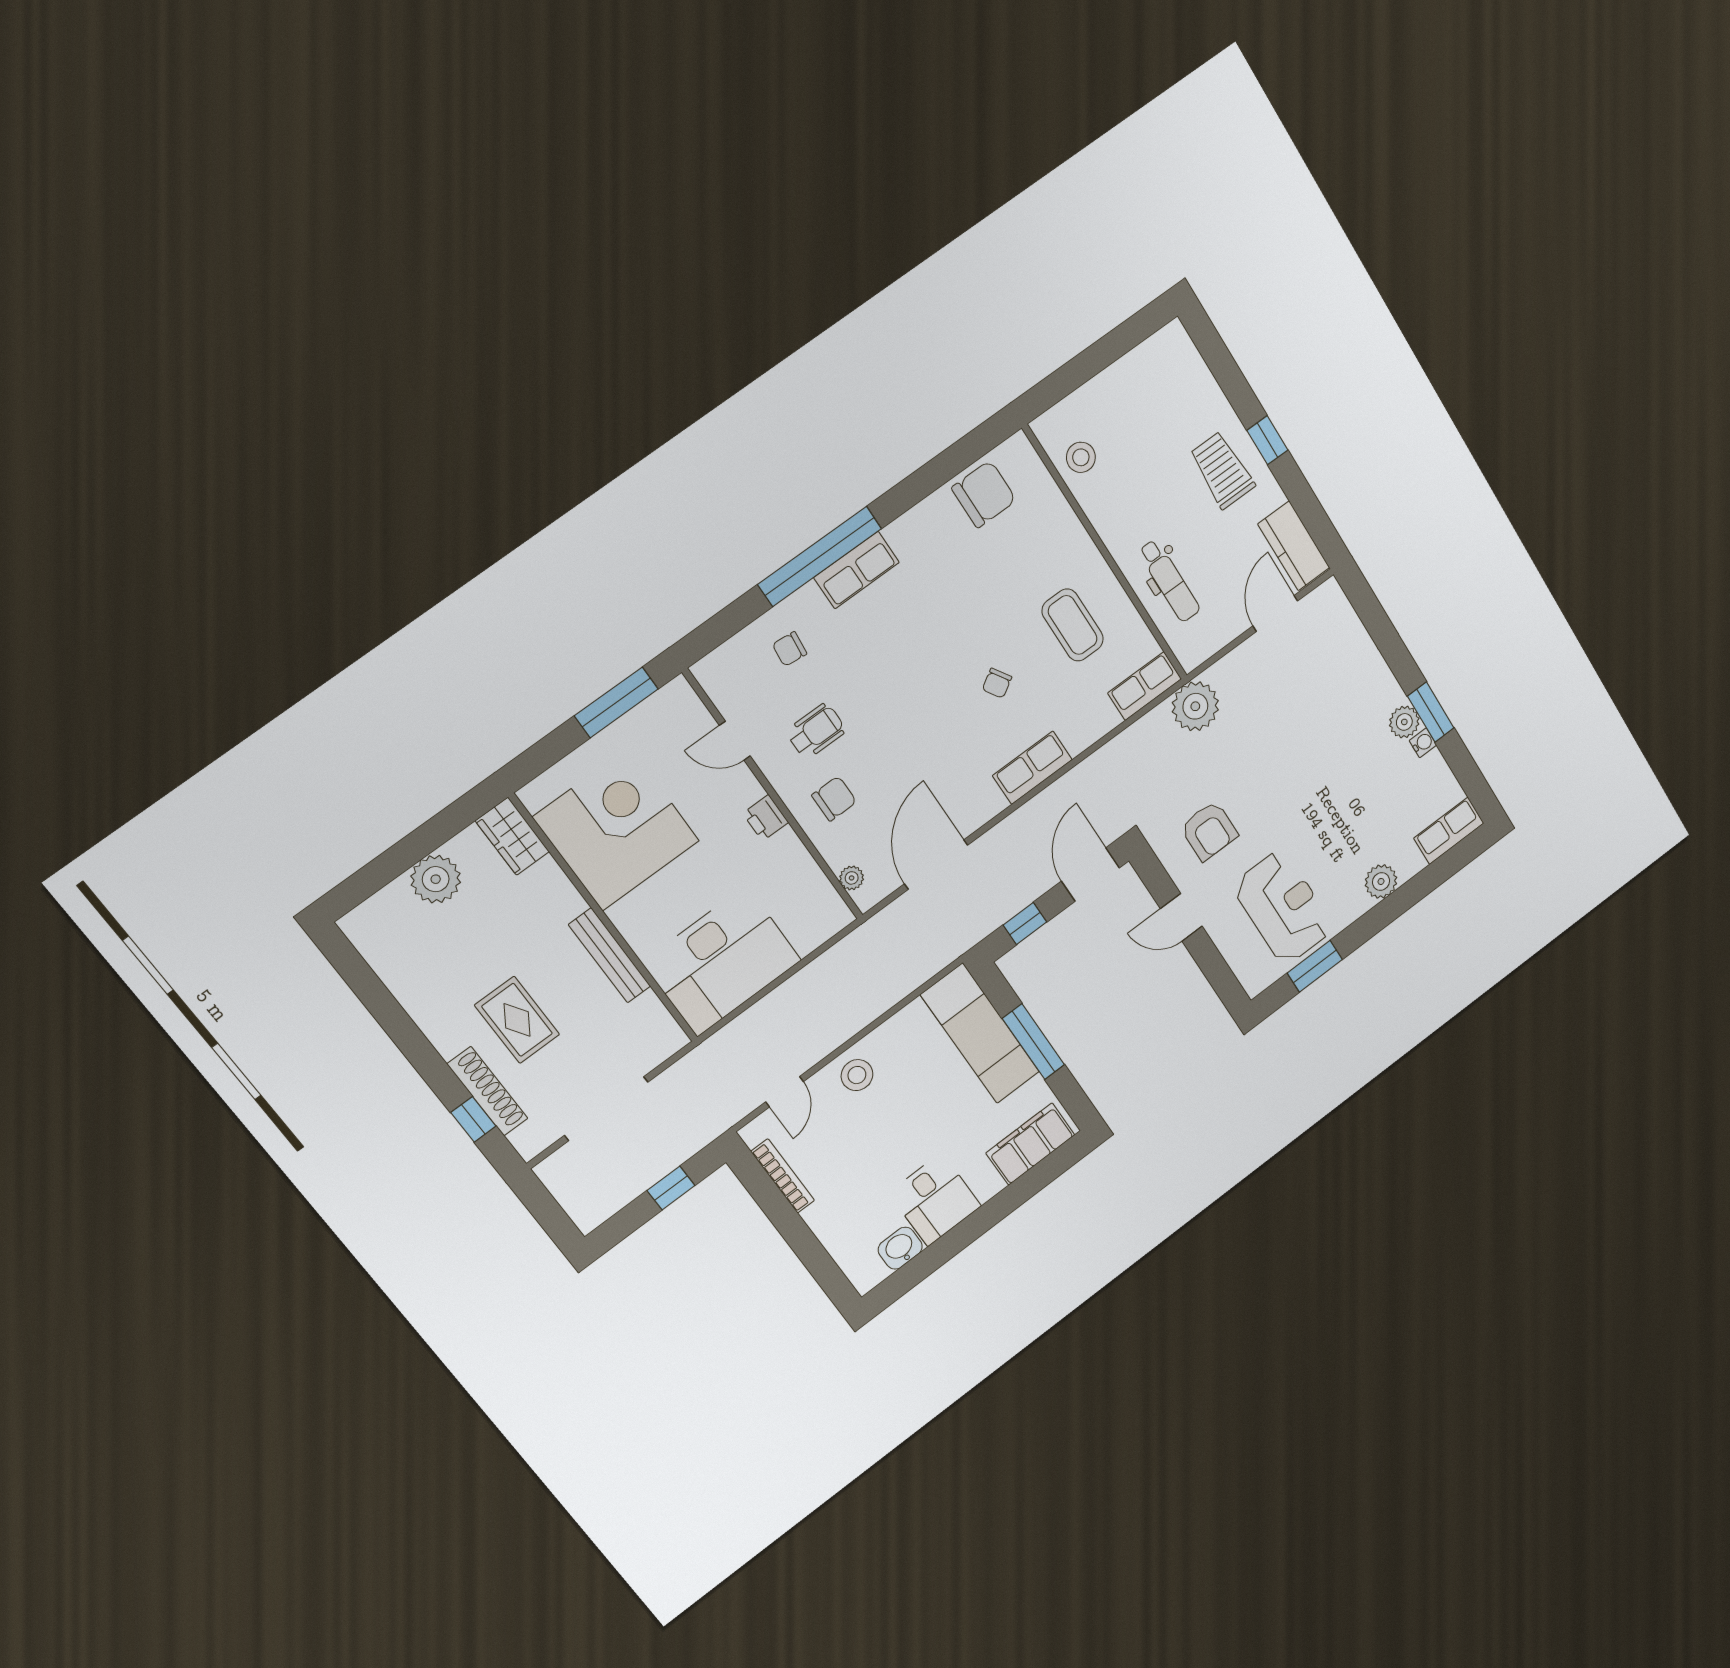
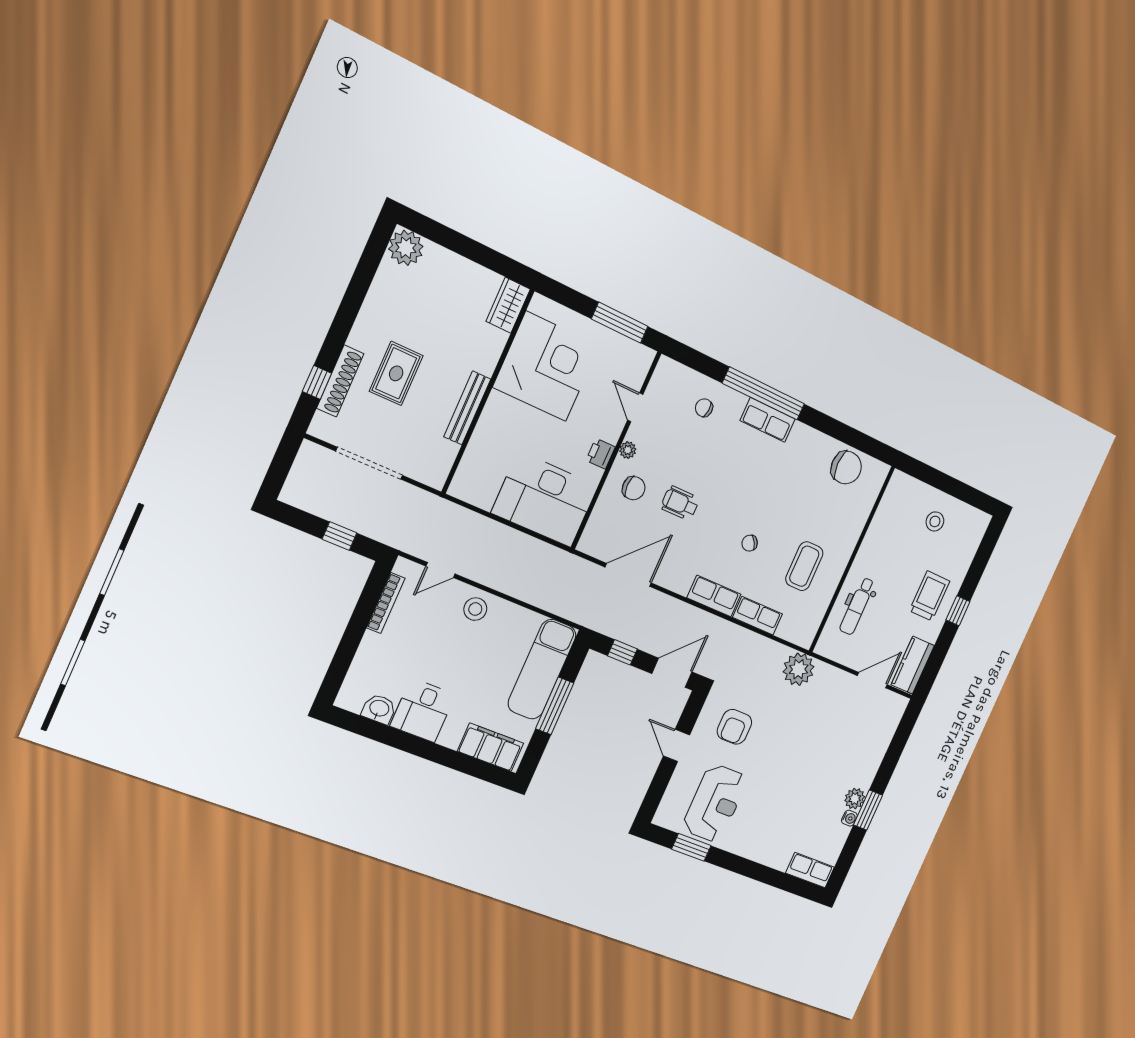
stool: (1081, 457) -> (935, 521), moved
row of seats: (1145, 686) -> (757, 616), moved
wheelchair: (816, 731) -> (680, 503), moved, turned 180
plant: (852, 878) -> (628, 450), moved
plant: (436, 879) -> (406, 248), moved
plant: (1381, 881) -> (761, 851), removed
desk: (722, 961) -> (545, 499), moved

